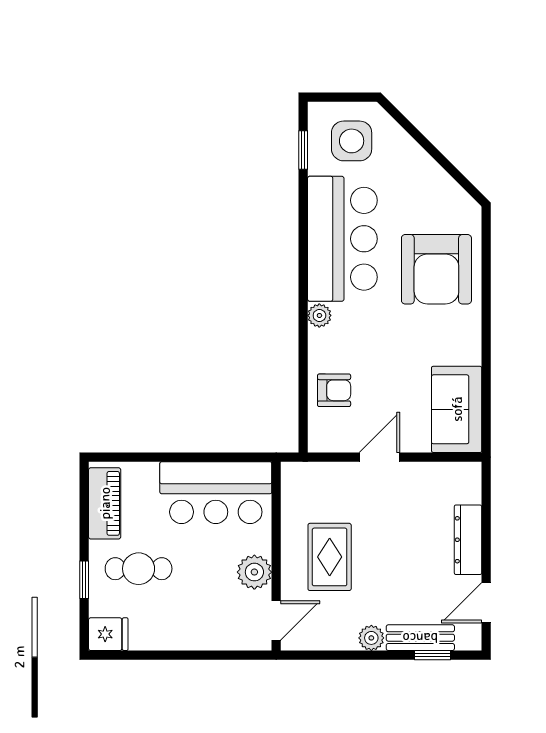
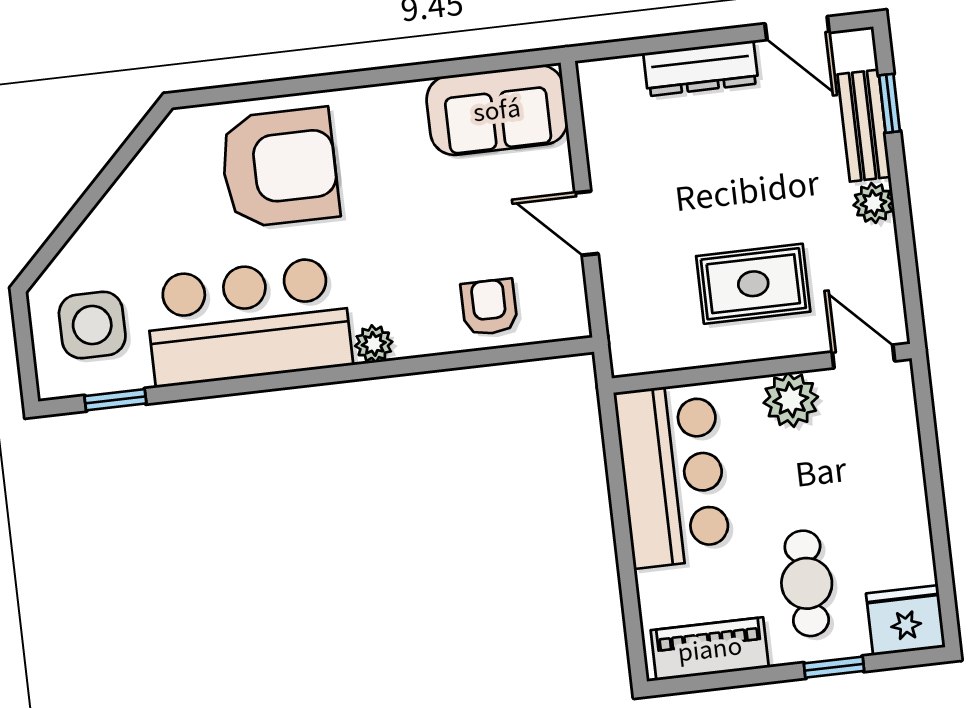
fridge: (108, 634) -> (906, 620), width x1.38

